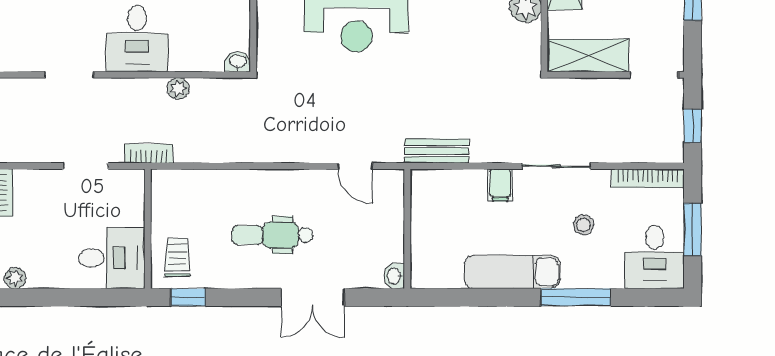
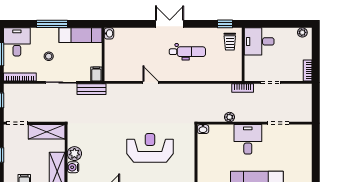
bench: (437, 151) -> (92, 89), moved
filing cabinet: (500, 185) -> (96, 74), moved
wall: (407, 229) -> (103, 54), moved
washbasin: (394, 276) -> (109, 33), moved

